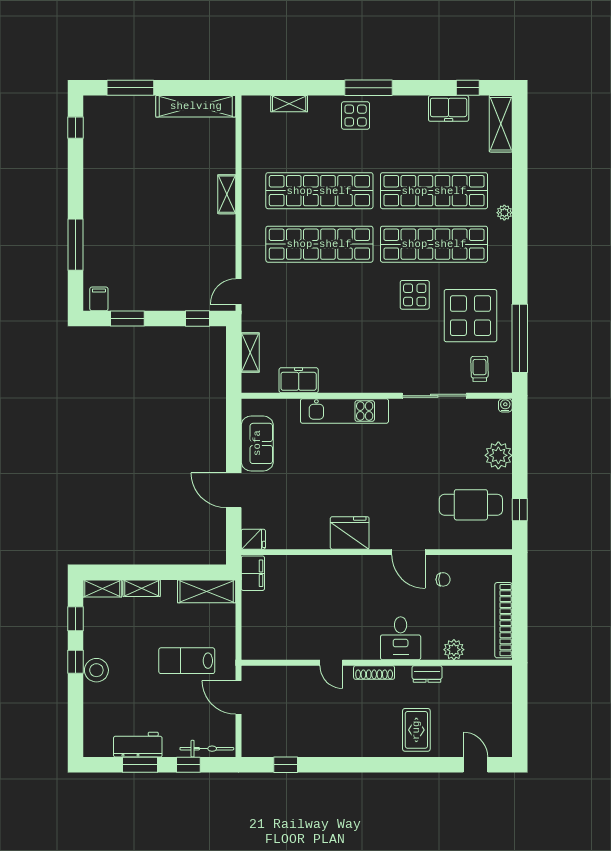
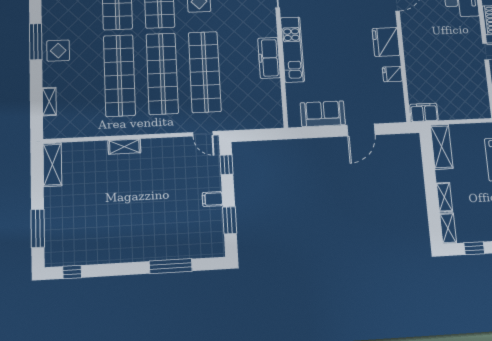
shelving: (196, 106) -> (52, 165), width x0.68
shop shelf: (319, 298) -> (205, 72), added
filing cabinet: (99, 299) -> (212, 199), moved
shelving: (250, 352) -> (251, 122), removed
freezer: (299, 380) -> (269, 58), moved, width x1.40
fridge: (253, 539) -> (392, 74), moved, turned -90

